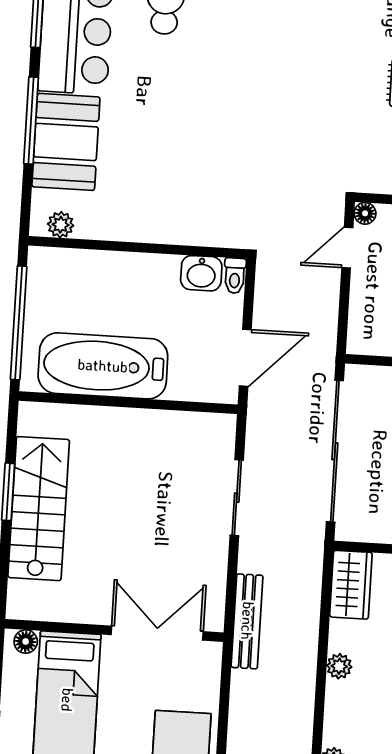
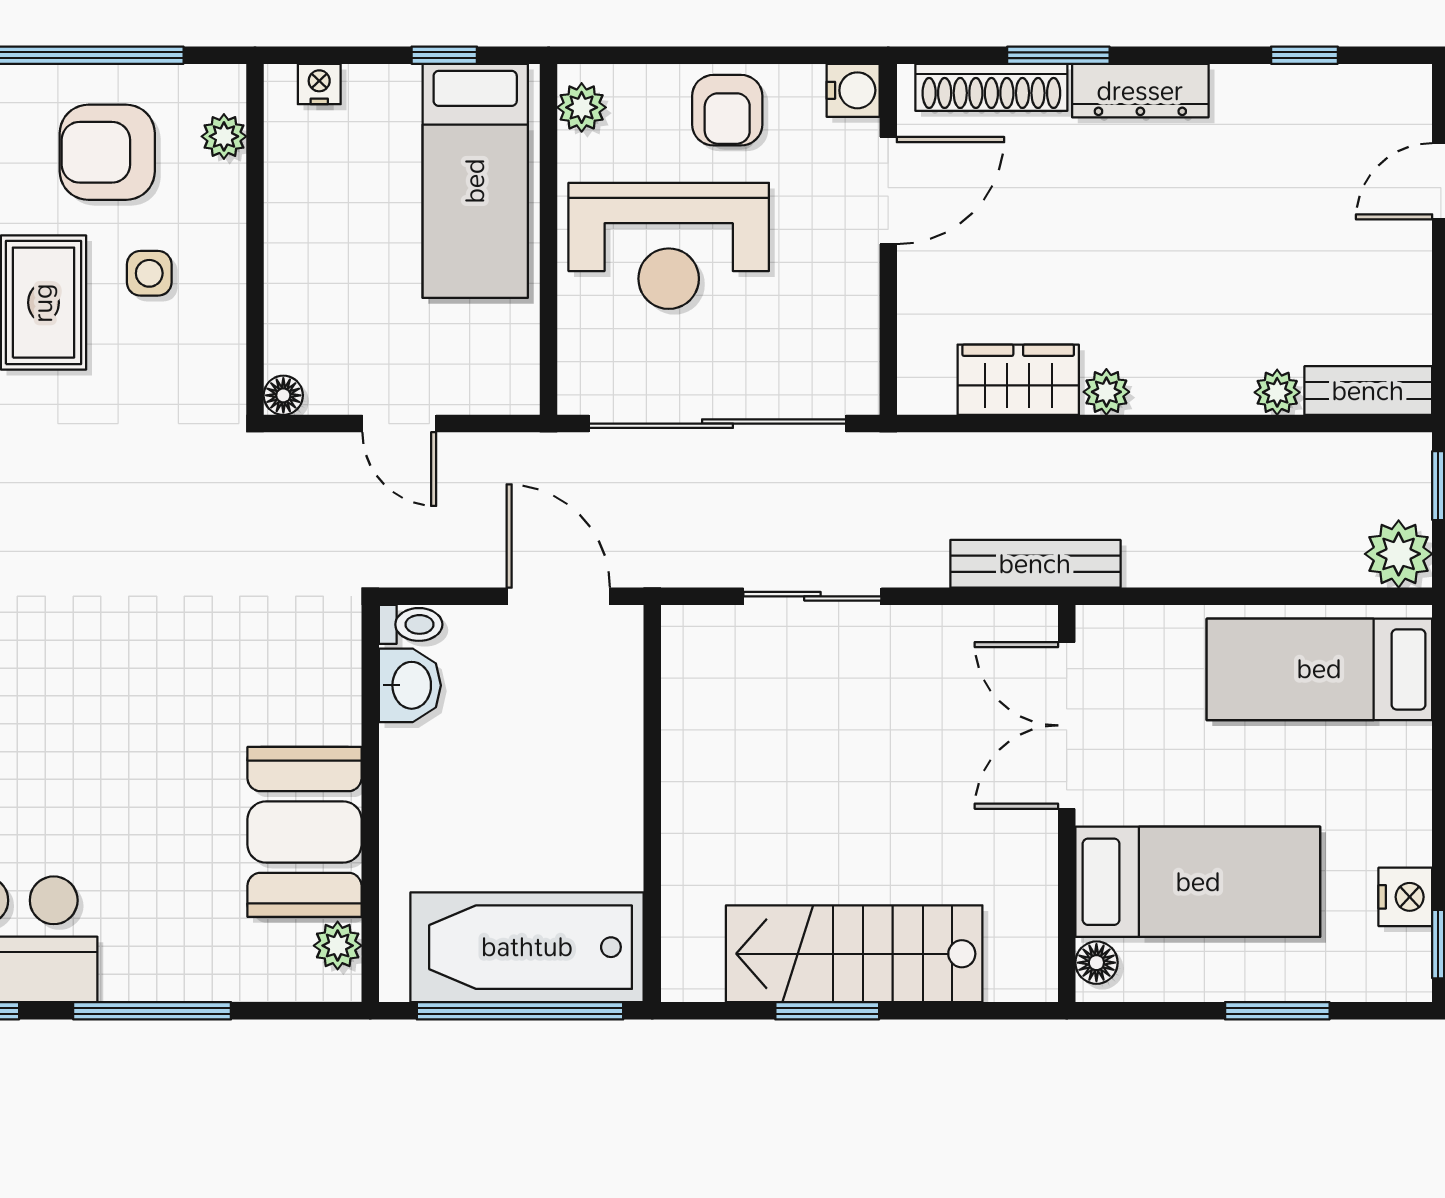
booth: (66, 142) -> (304, 832), moved, turned 90
door: (347, 248) -> (399, 424), moved
bathtub: (103, 366) -> (527, 947), moved, turned 90
wardrobe: (351, 585) -> (1018, 380), moved

